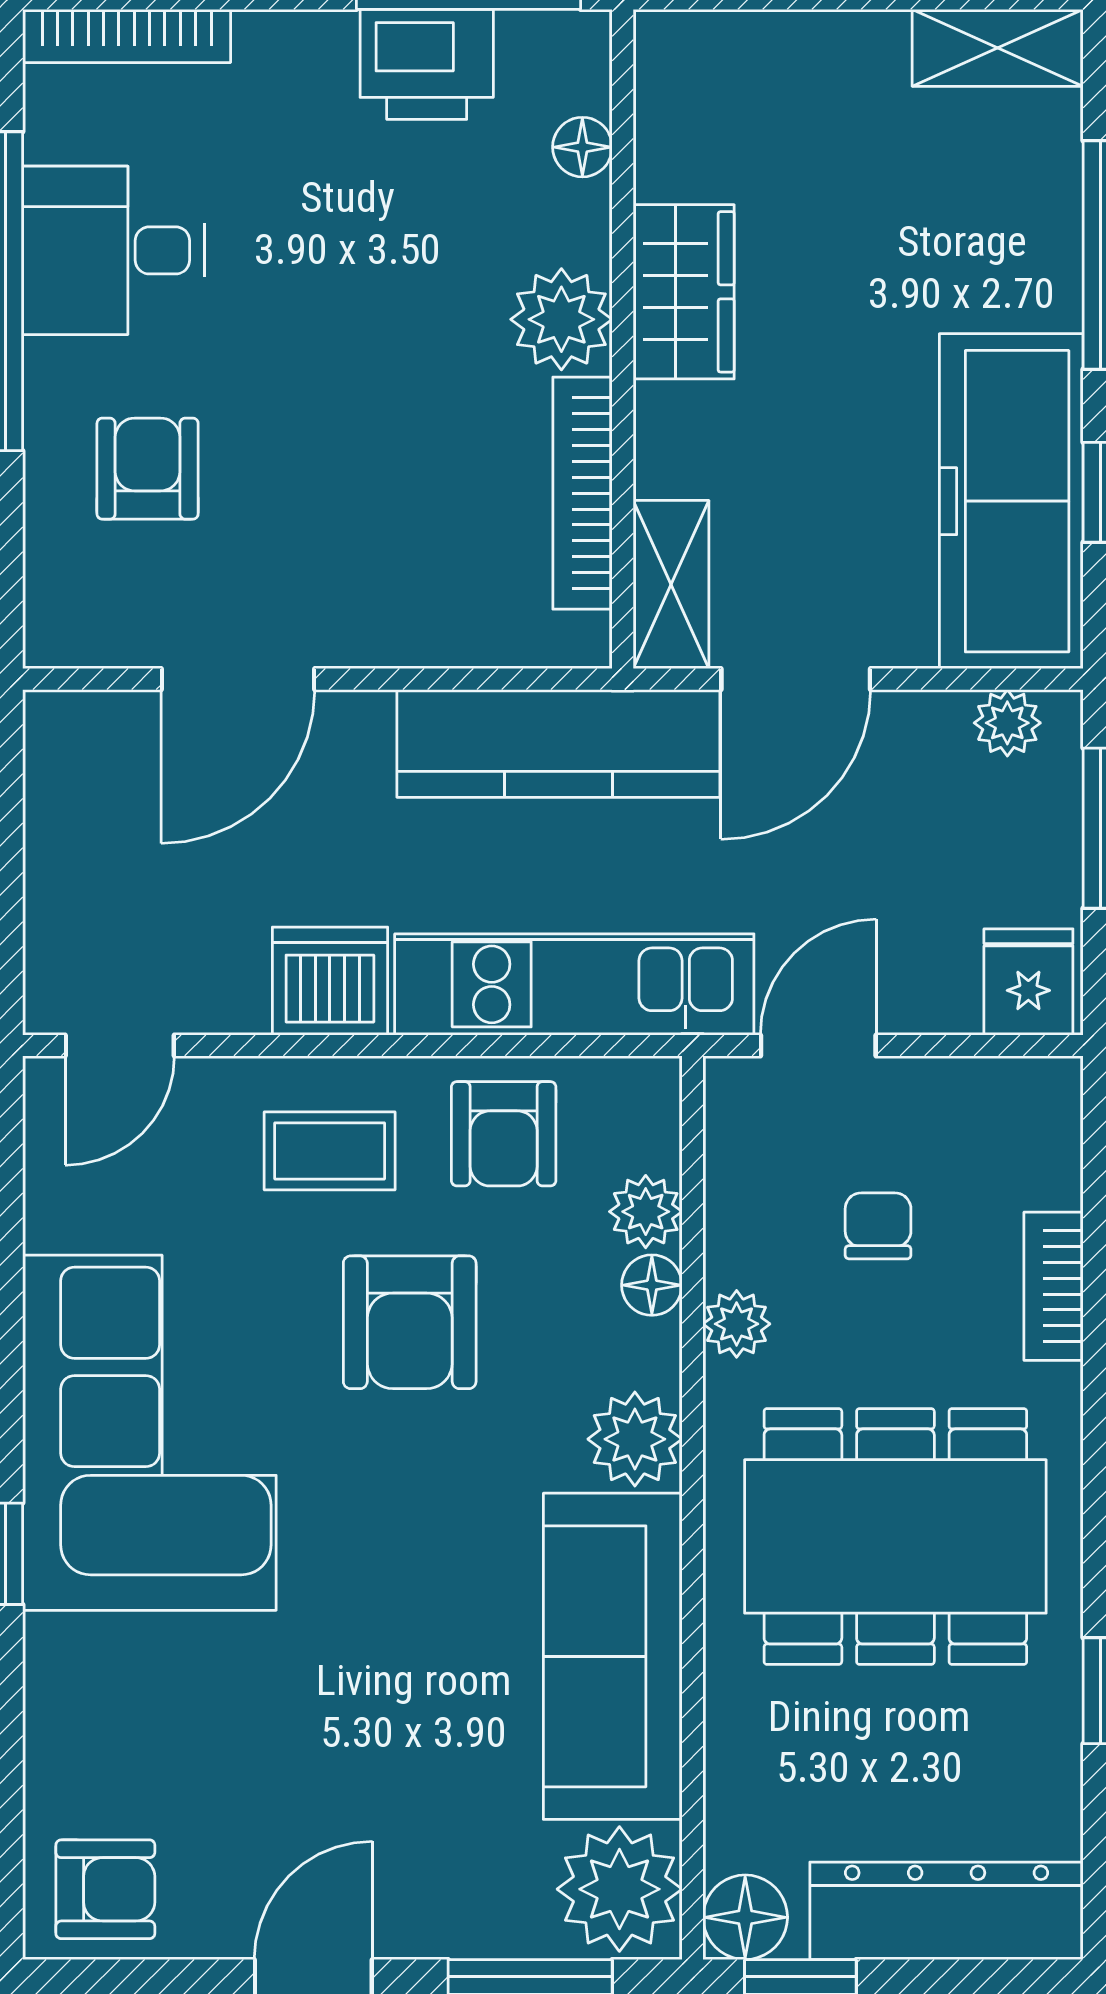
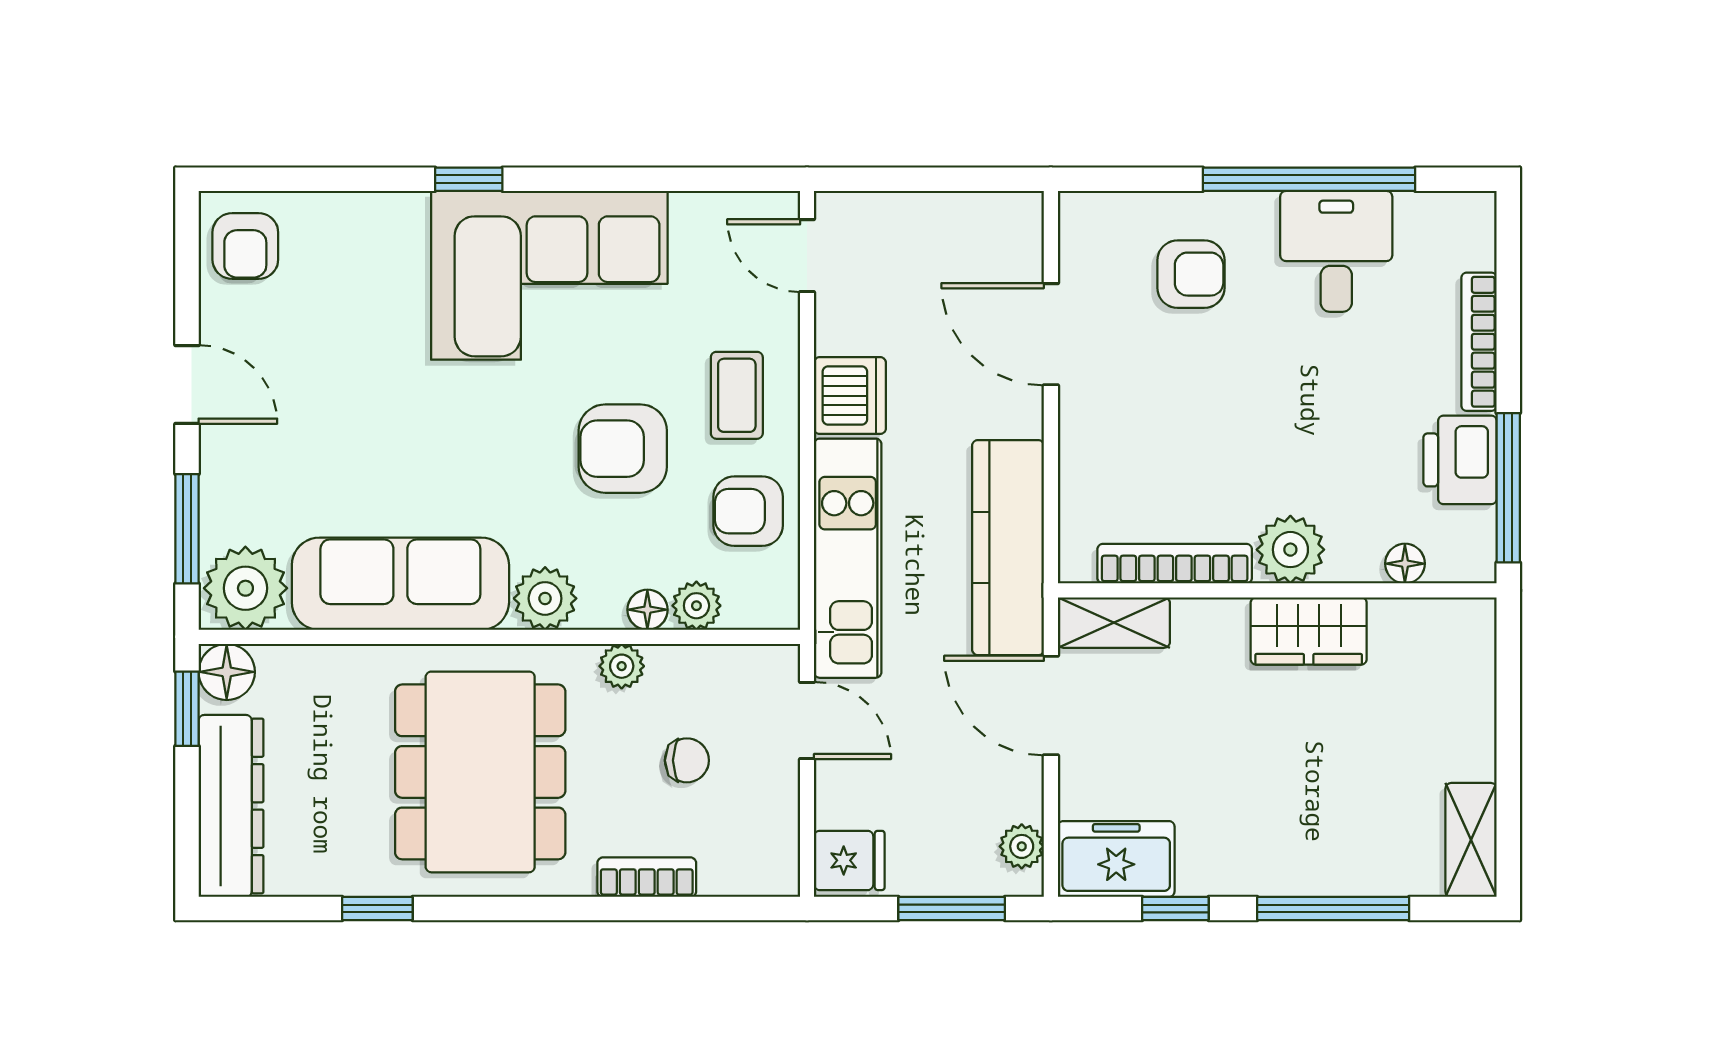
bookcase: (127, 36) -> (1479, 342), moved
freezer: (1011, 501) -> (1116, 859), width x0.52, depth x0.79

